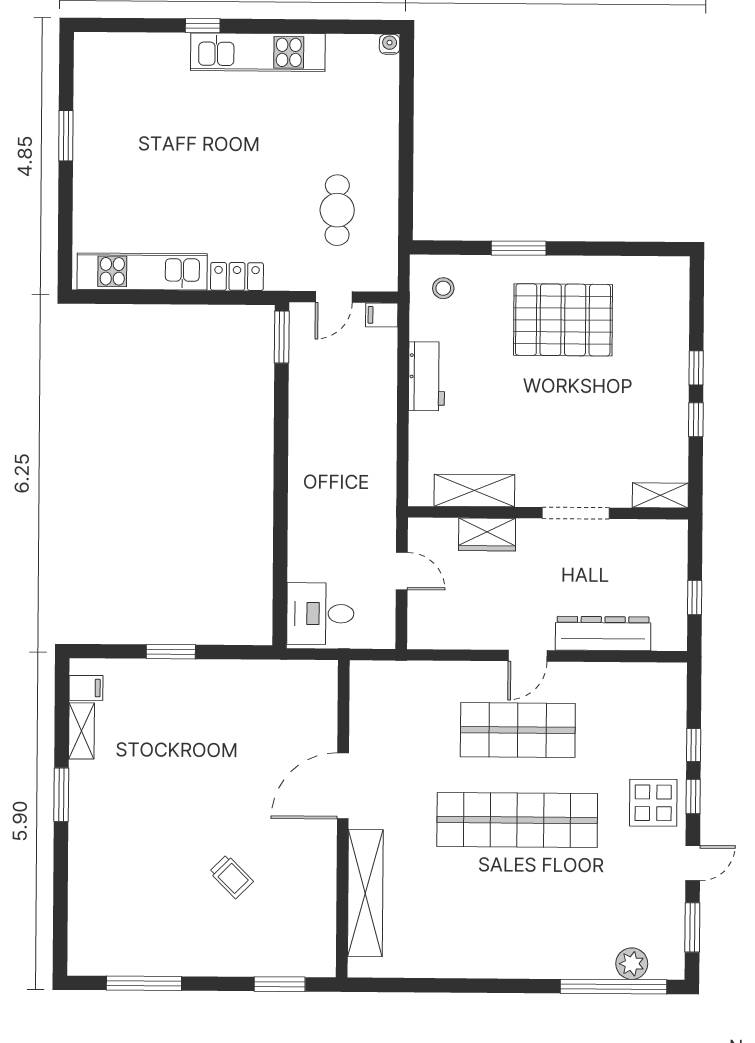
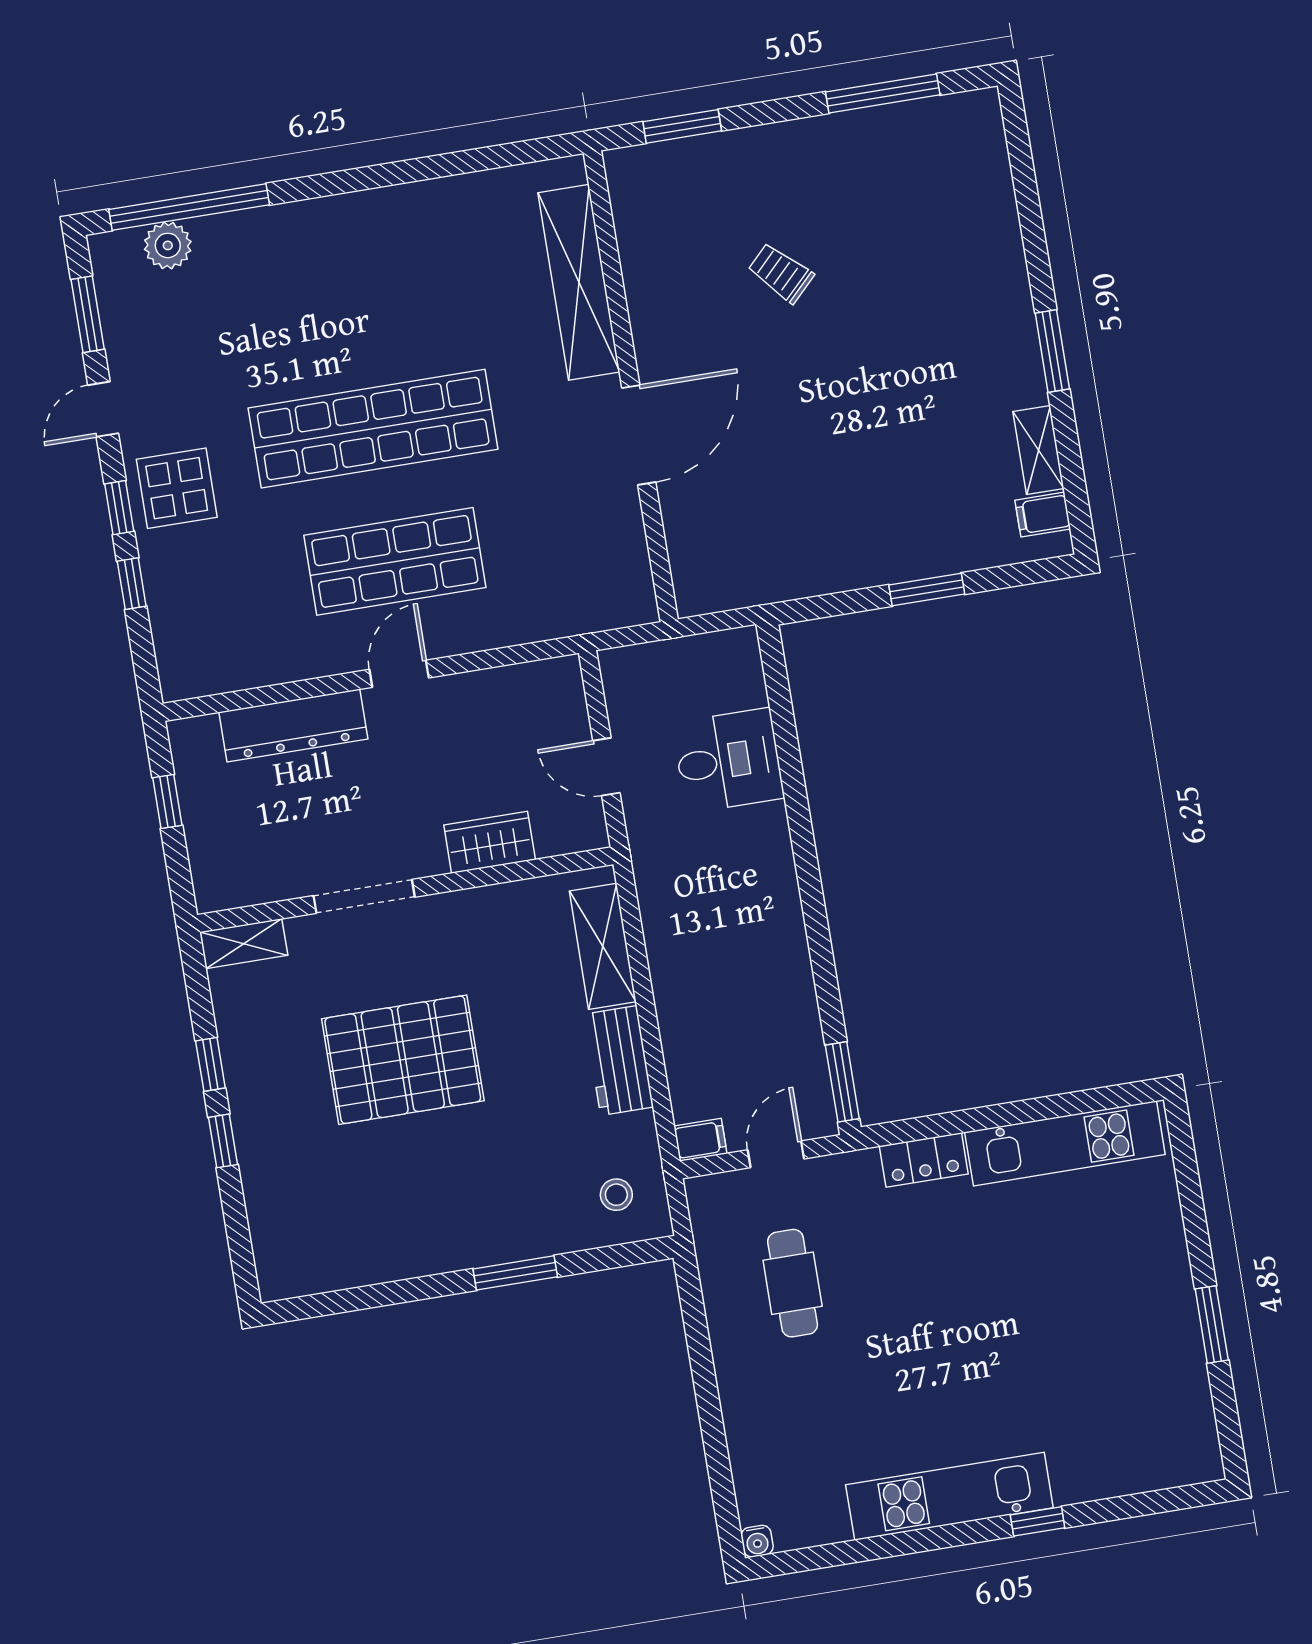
pallet: (563, 320) -> (403, 1060), moved
shelving: (474, 491) -> (603, 946), moved, turned 90
desk: (320, 614) -> (728, 761), moved

